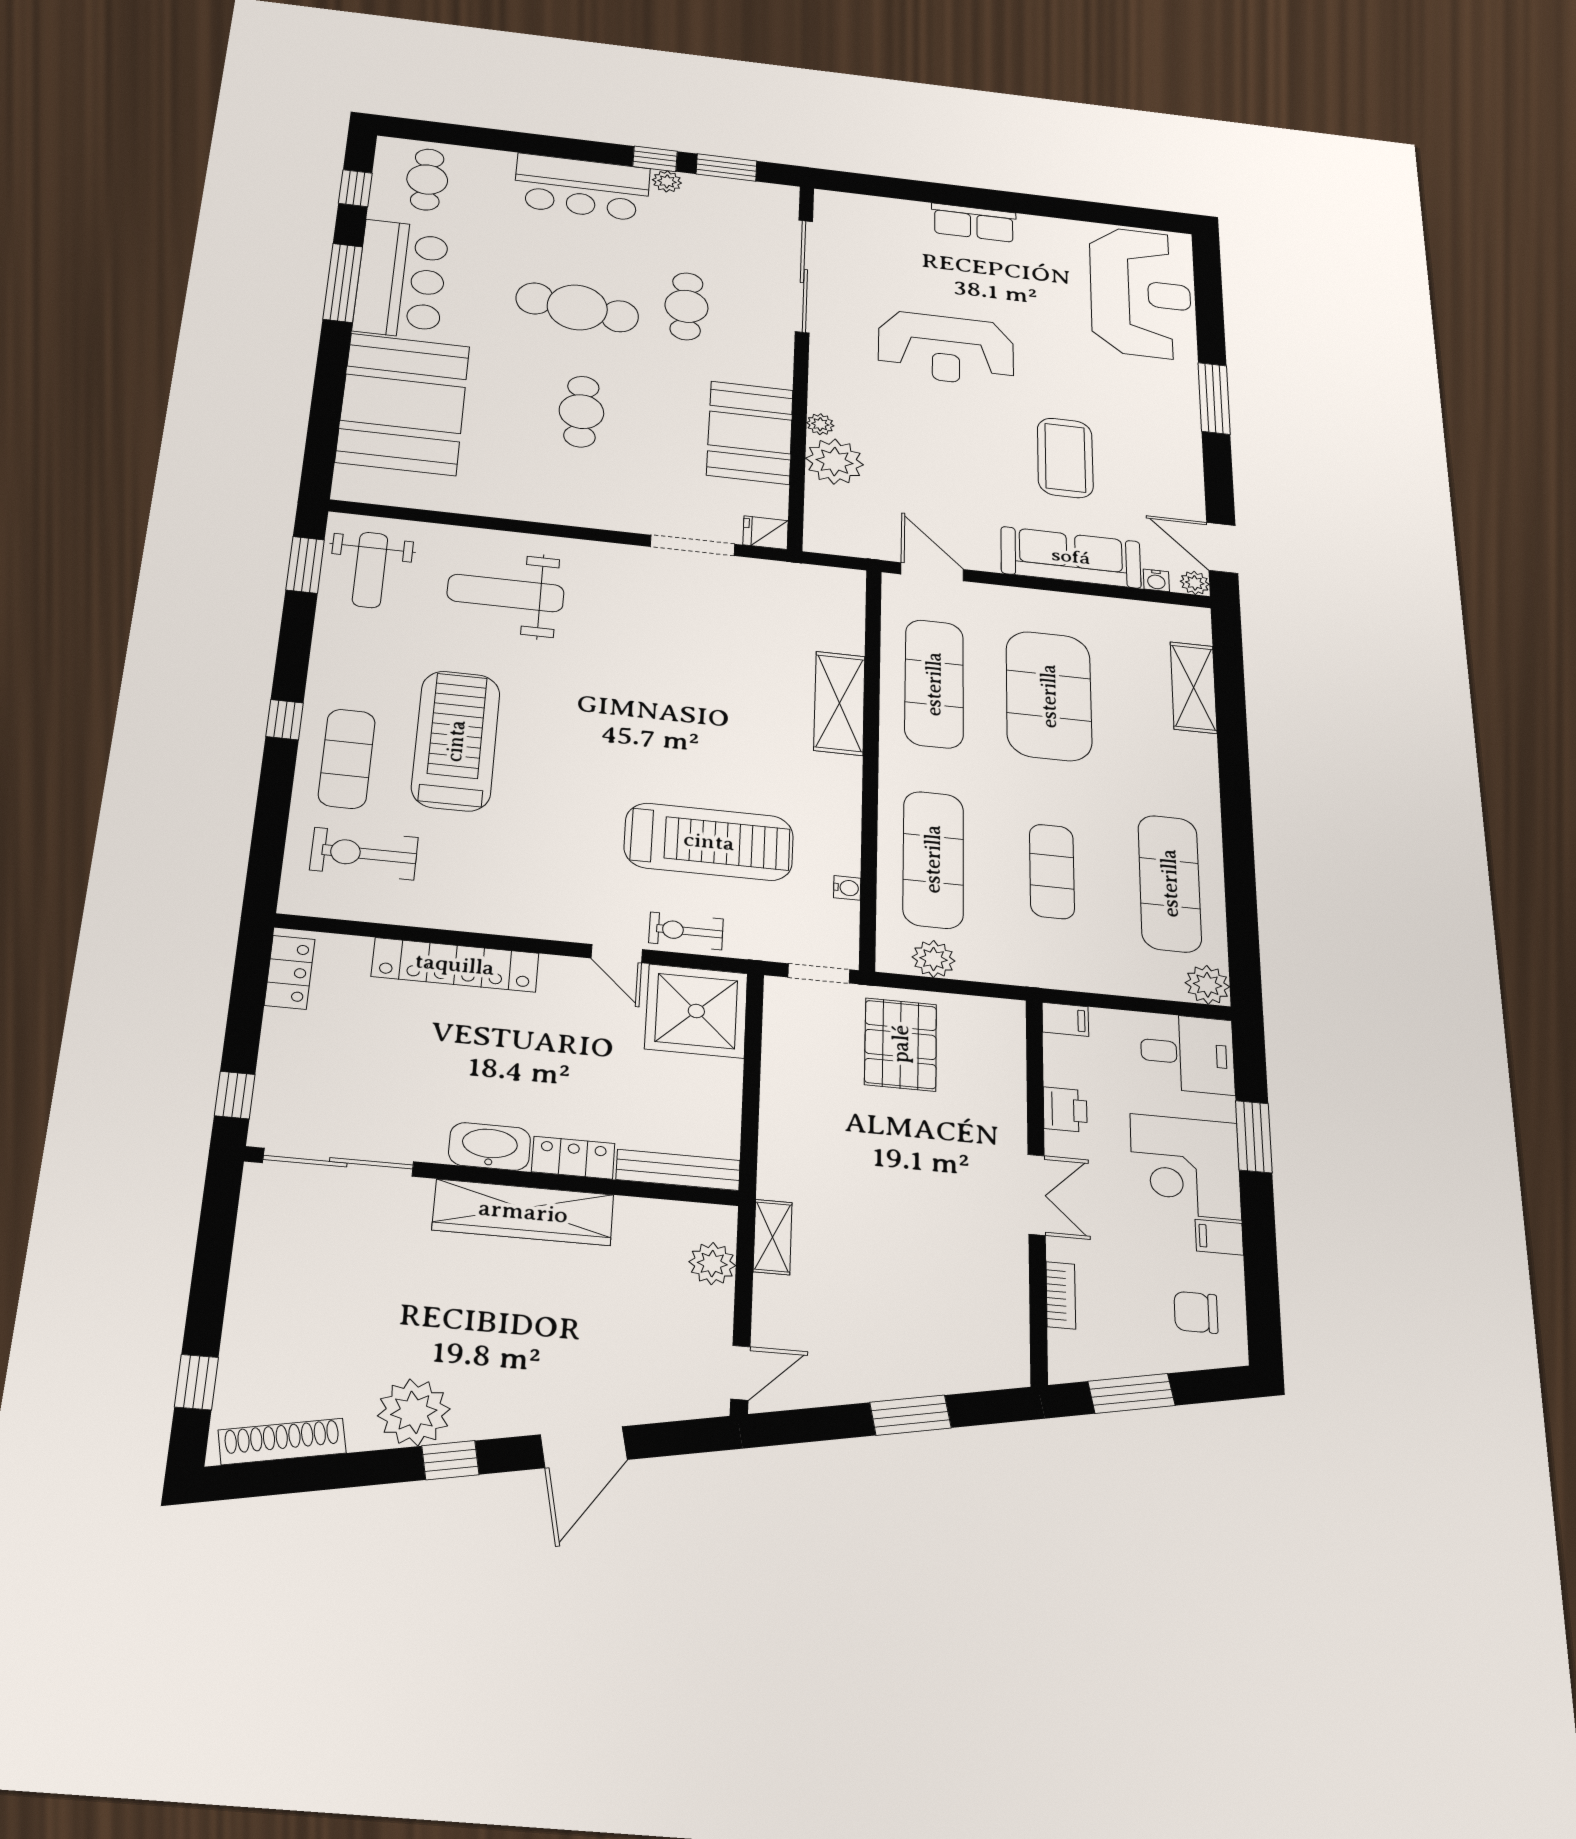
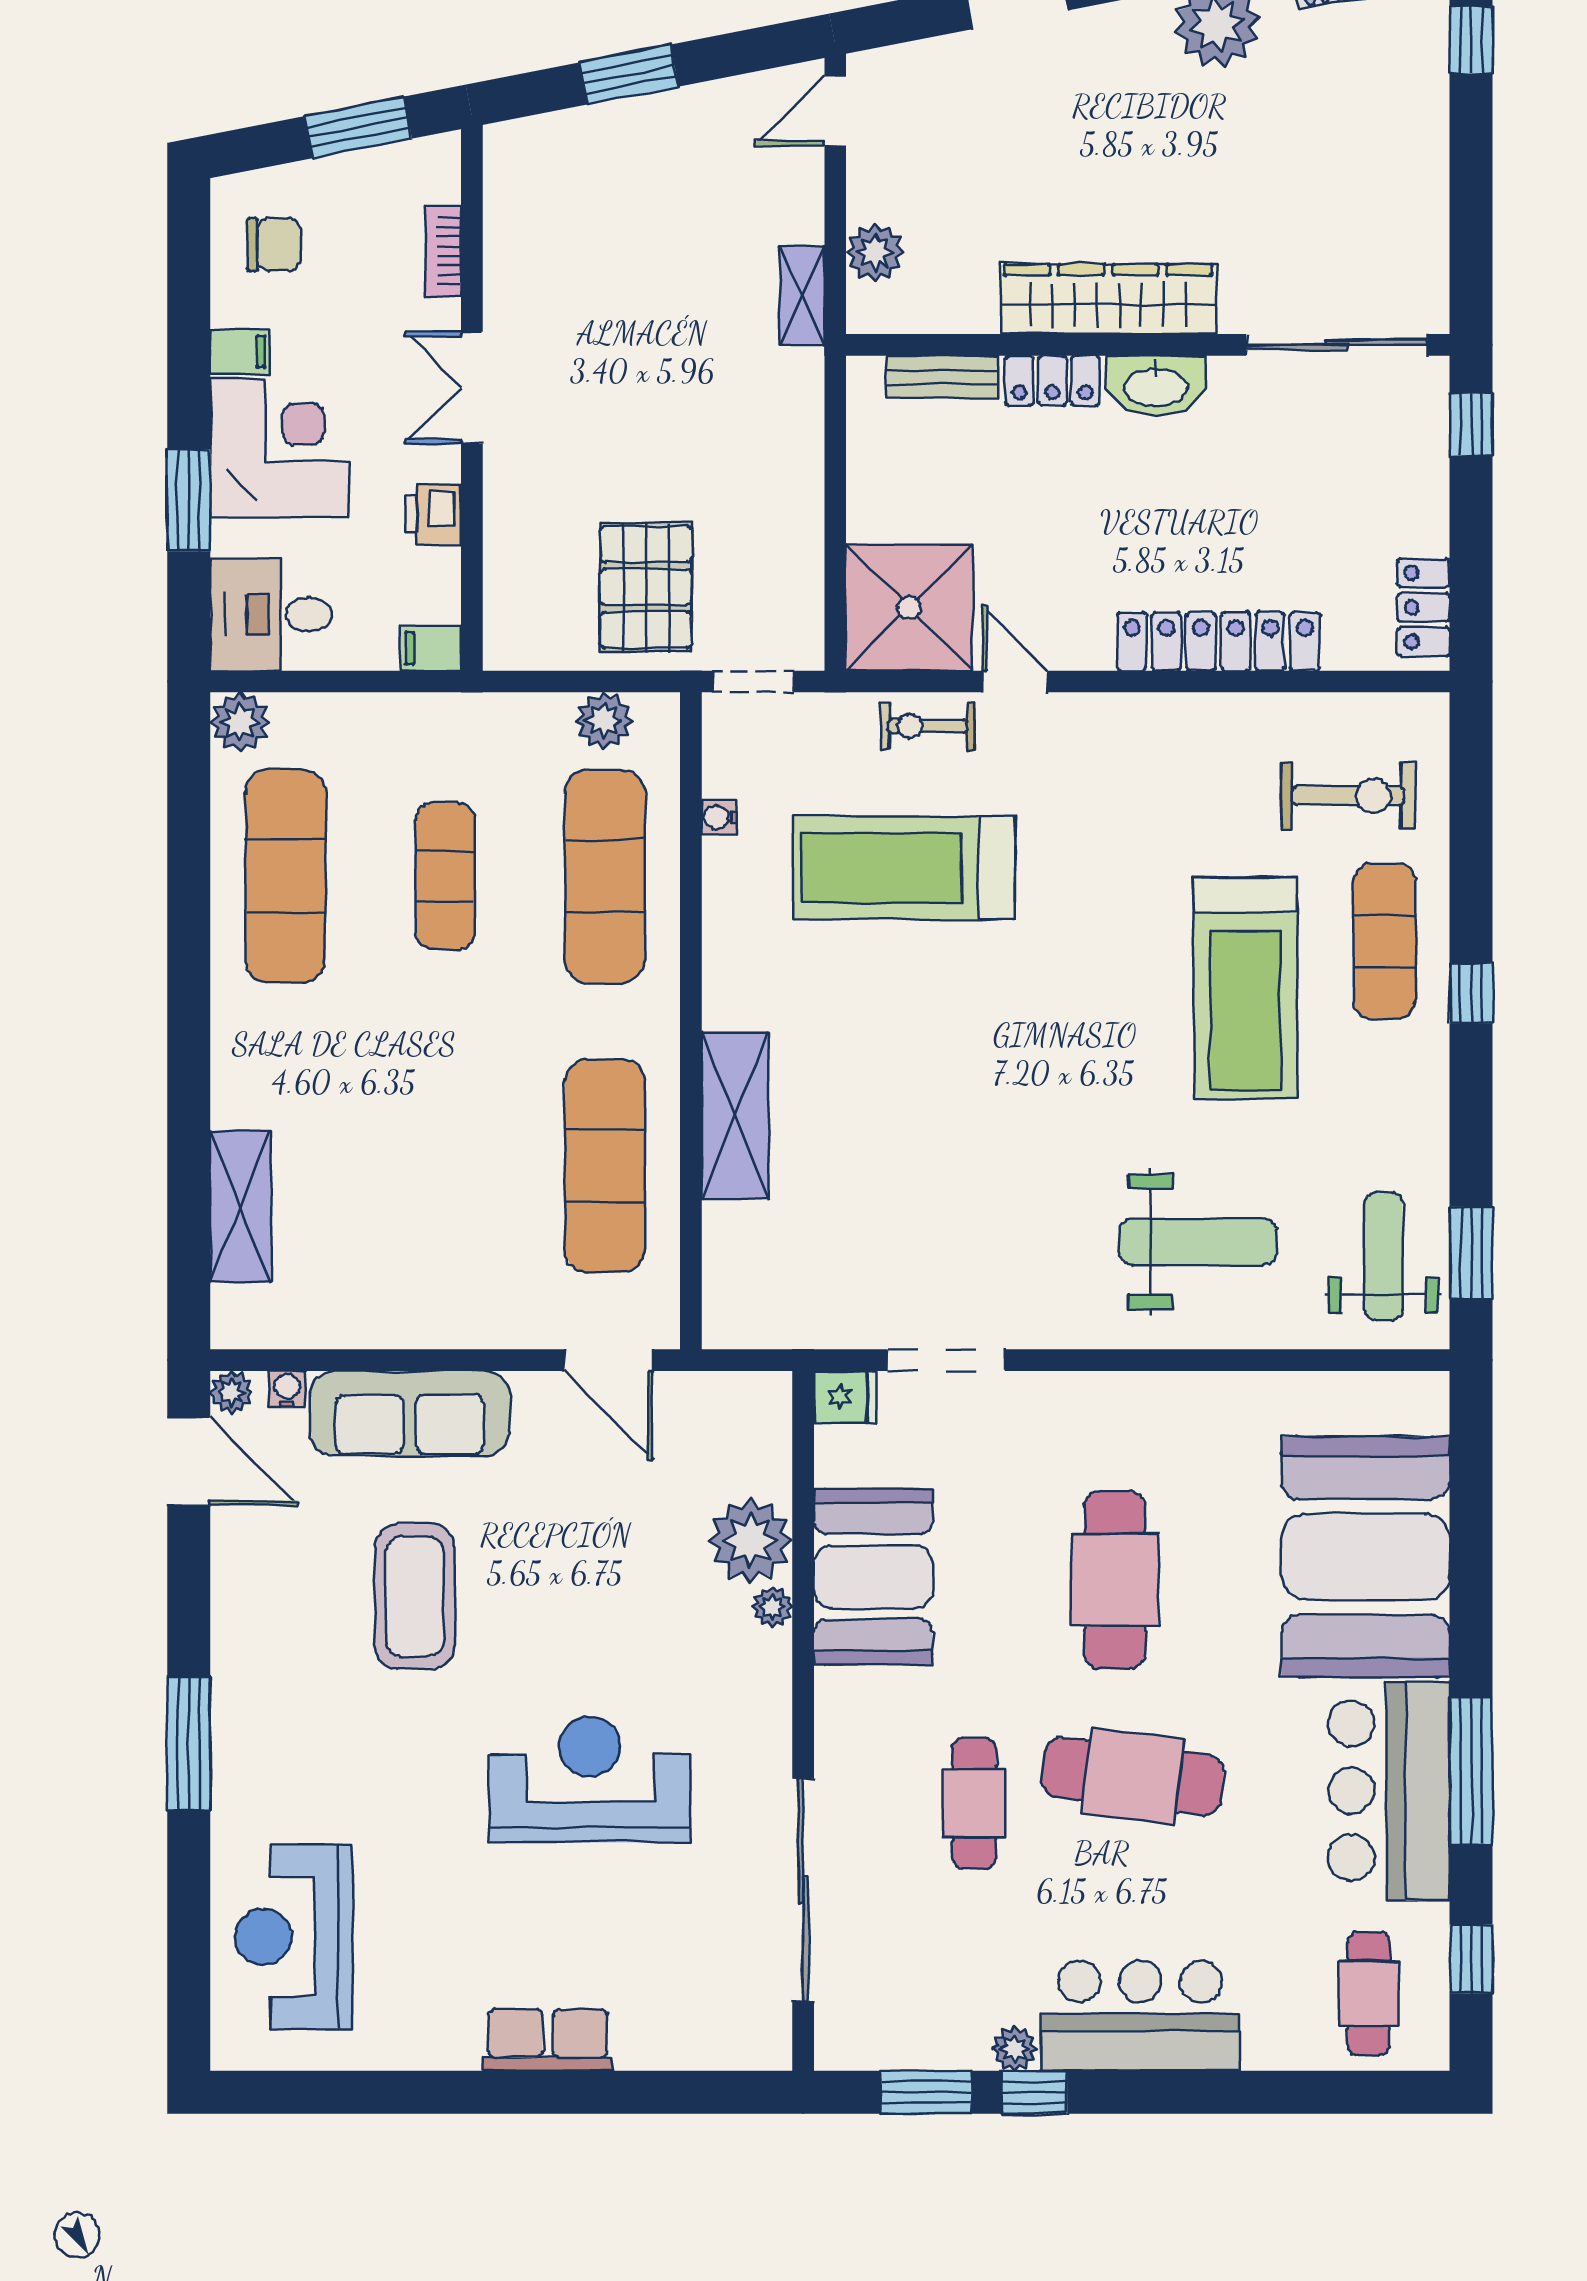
reception desk: (1141, 293) -> (294, 1937), width x0.74, depth x0.77
cafe table: (581, 412) -> (1115, 1580), width x1.37, depth x1.35
exercise mat: (1049, 696) -> (445, 1166), removed
exercise bike: (686, 931) -> (928, 726), turned 180
bench: (678, 1170) -> (942, 377), width x0.73

